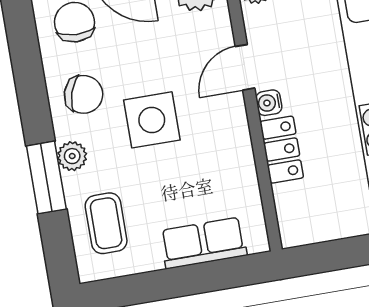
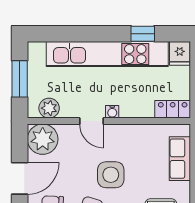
locker: (282, 150) -> (173, 109), moved

